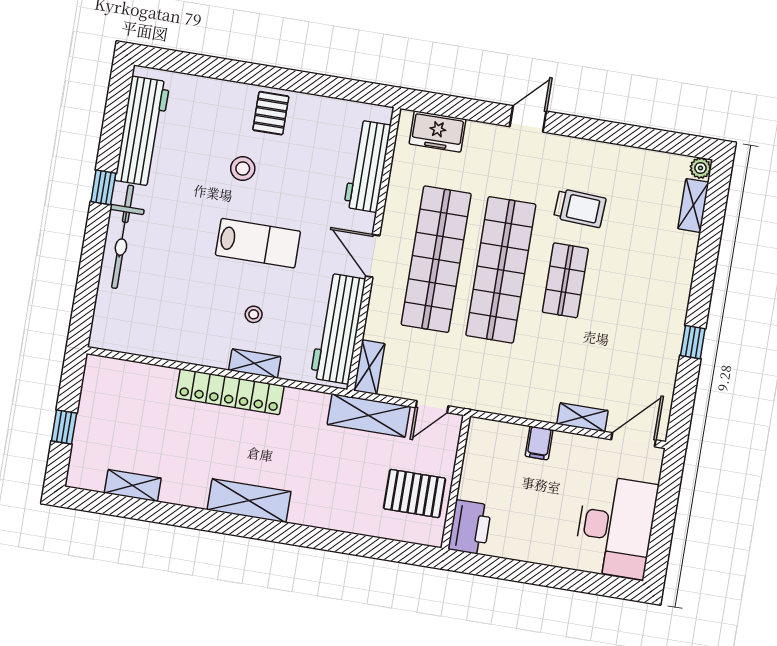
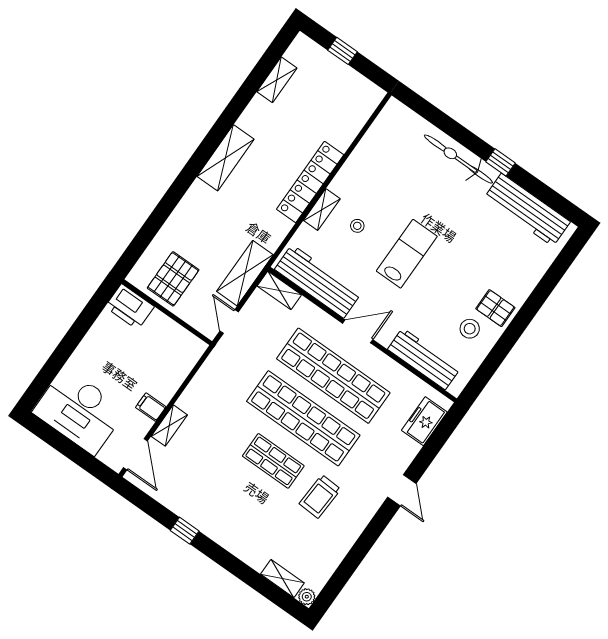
stool: (243, 169) -> (470, 329), moved
lab bench: (258, 243) -> (407, 254), turned 180
filing cabinet: (539, 443) -> (151, 407), moved

